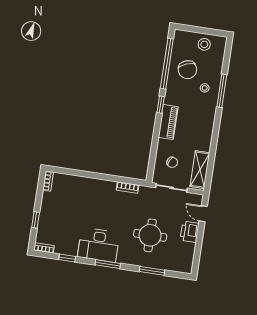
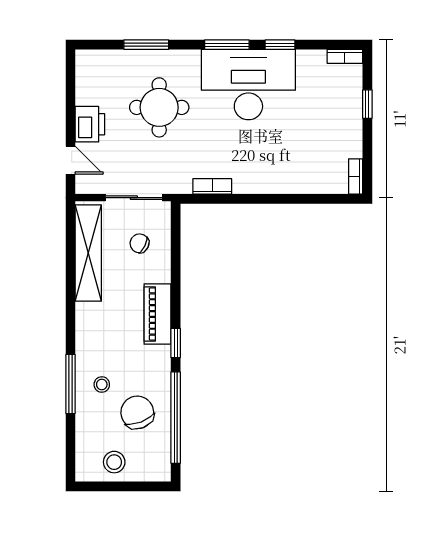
shelving: (200, 170) -> (88, 253), width x1.47
desk: (99, 245) -> (248, 84), width x1.36, depth x1.30
window: (67, 258) -> (280, 45), moved

